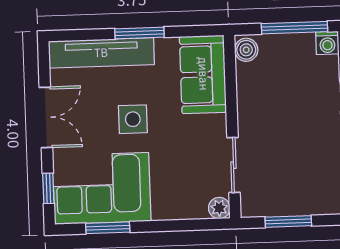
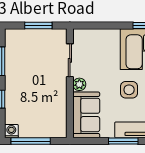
boiler: (246, 50) -> (60, 129), removed
plant: (219, 208) -> (79, 84), moved

